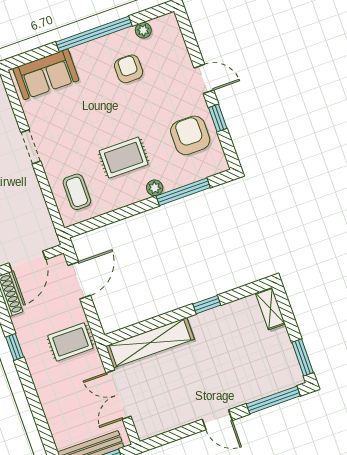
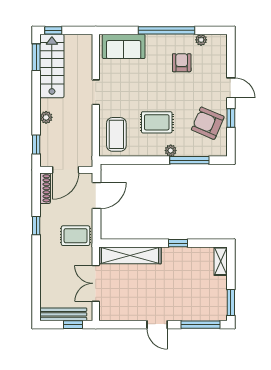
armchair: (190, 135) -> (208, 123), turned -67
coffee table: (77, 192) -> (116, 134), width x1.36, depth x1.30

